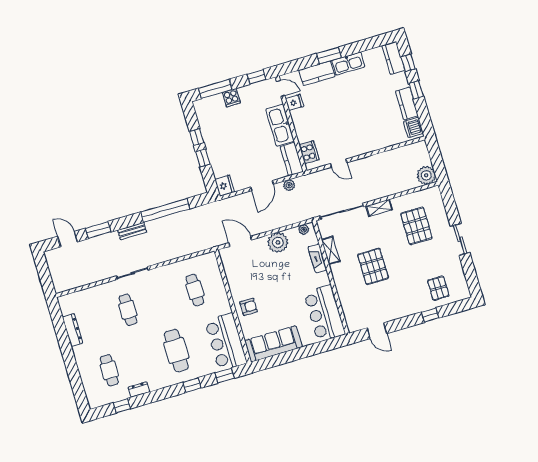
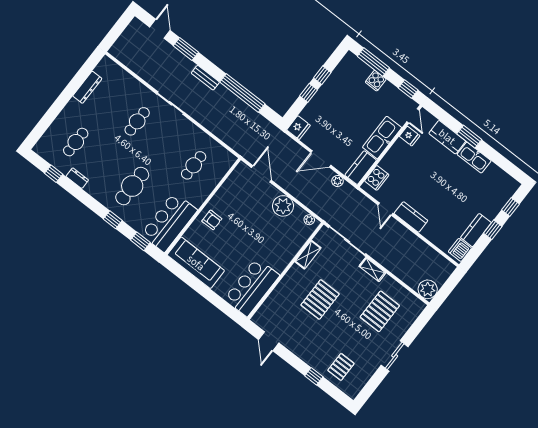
kitchen counter: (393, 58) -> (411, 217), moved, turned 90
fireplace: (317, 258) -> (293, 248), removed

